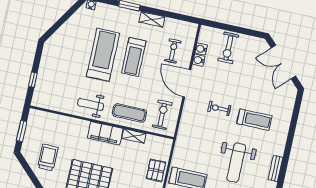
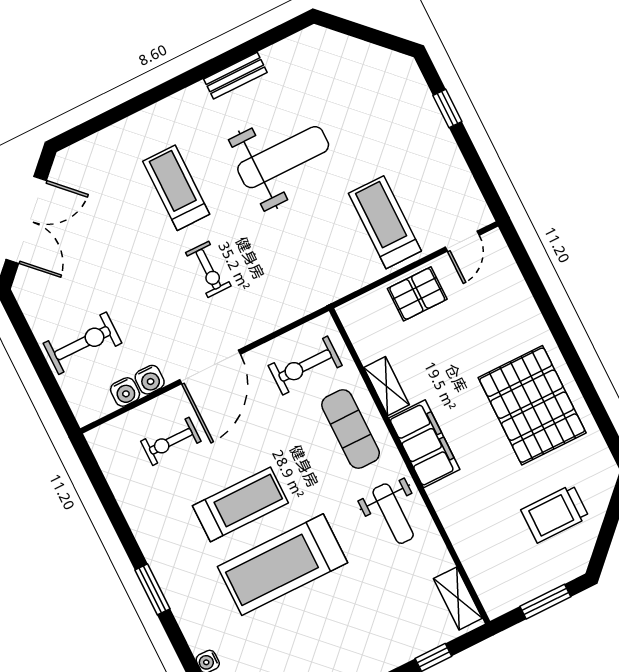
shelving: (152, 19) -> (458, 598), moved

